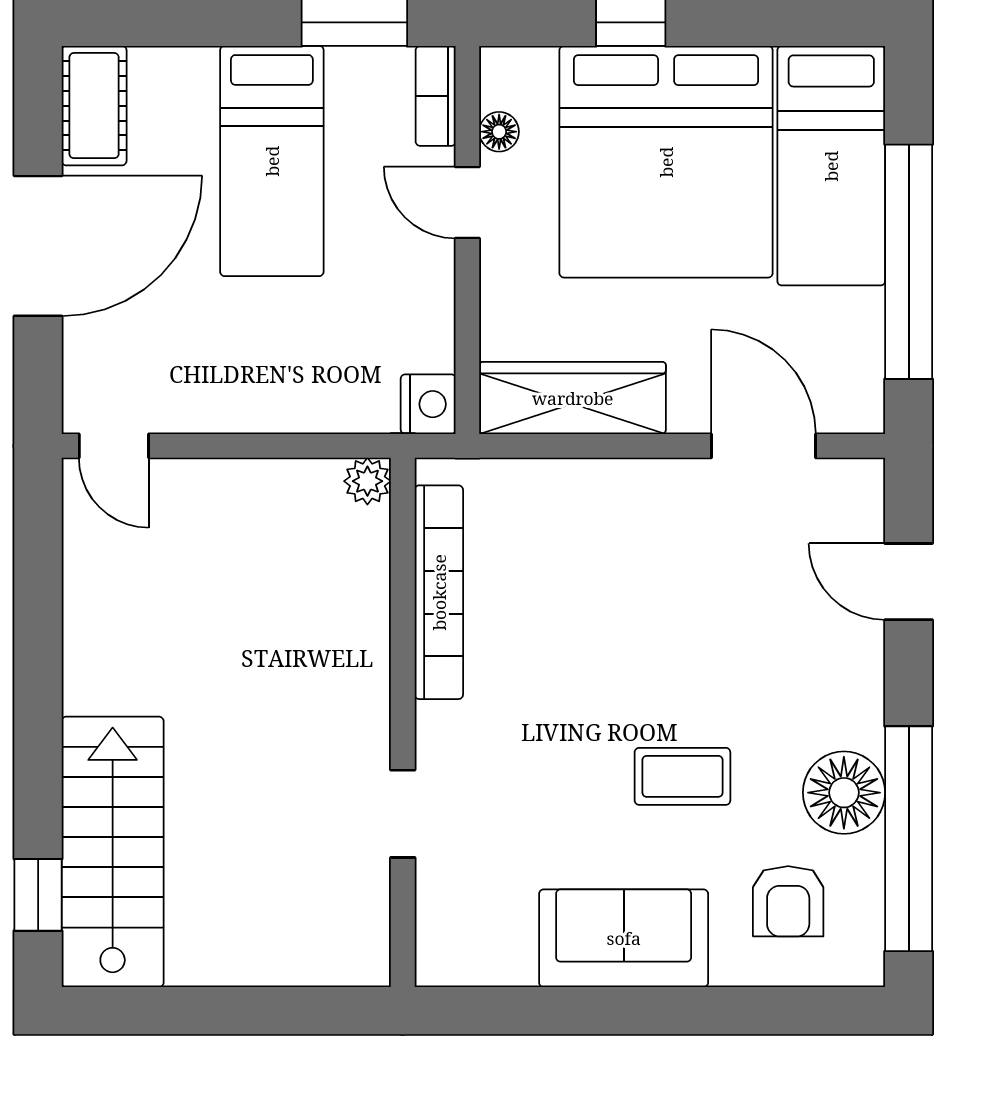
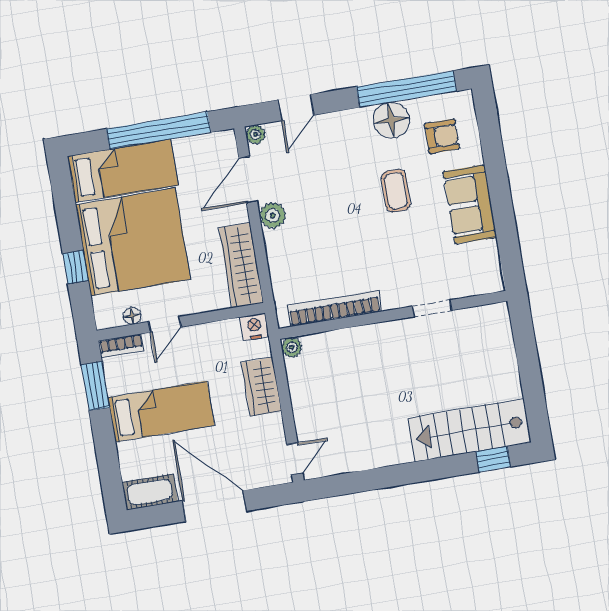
wardrobe: (290, 398) -> (261, 387), added
plant: (863, 480) -> (255, 134), added
plant: (673, 488) -> (273, 215), added

